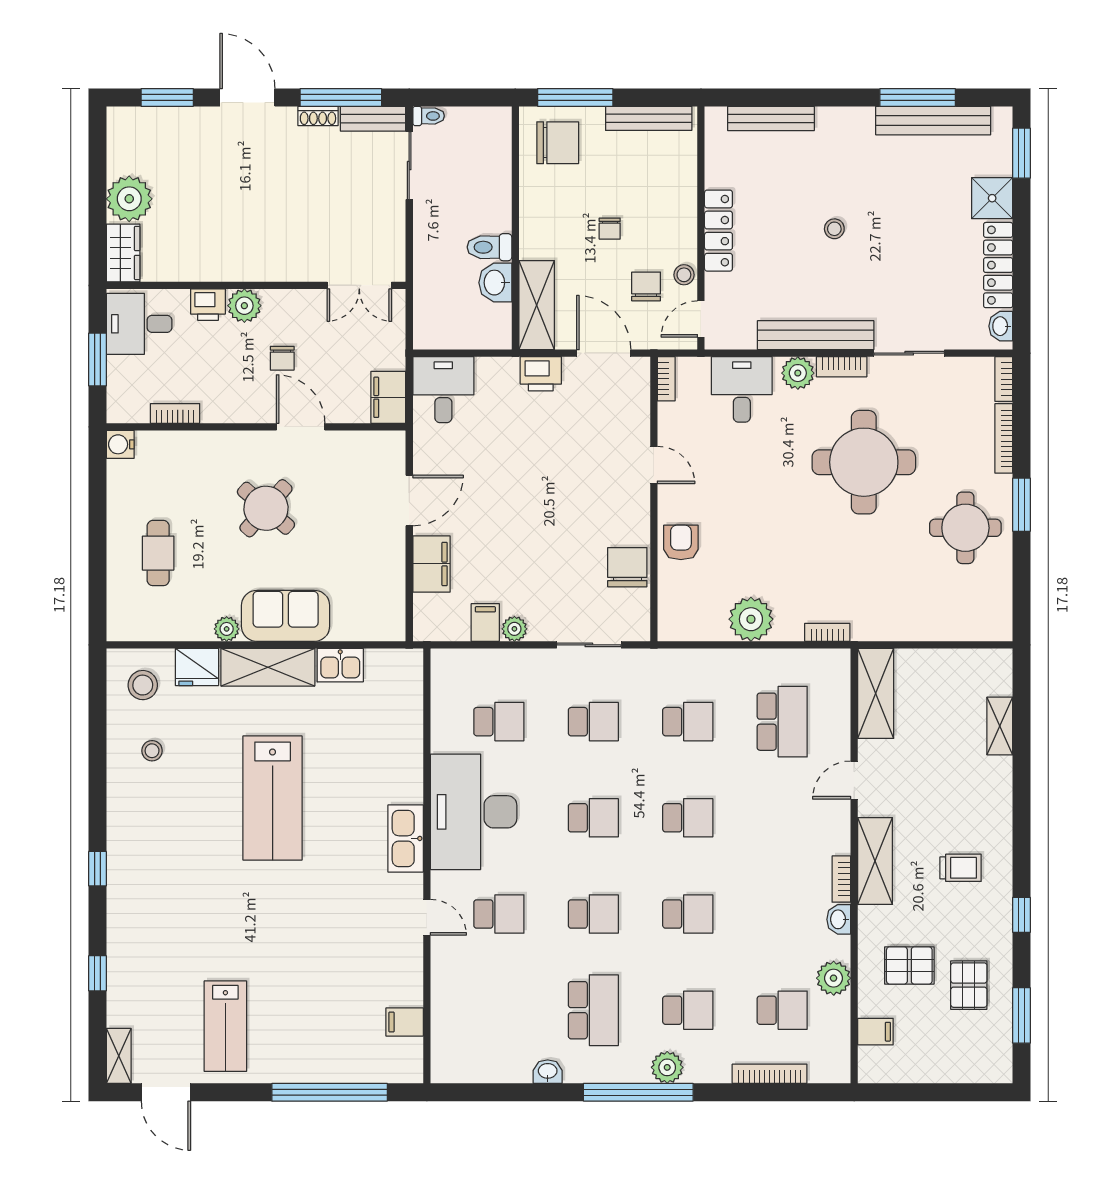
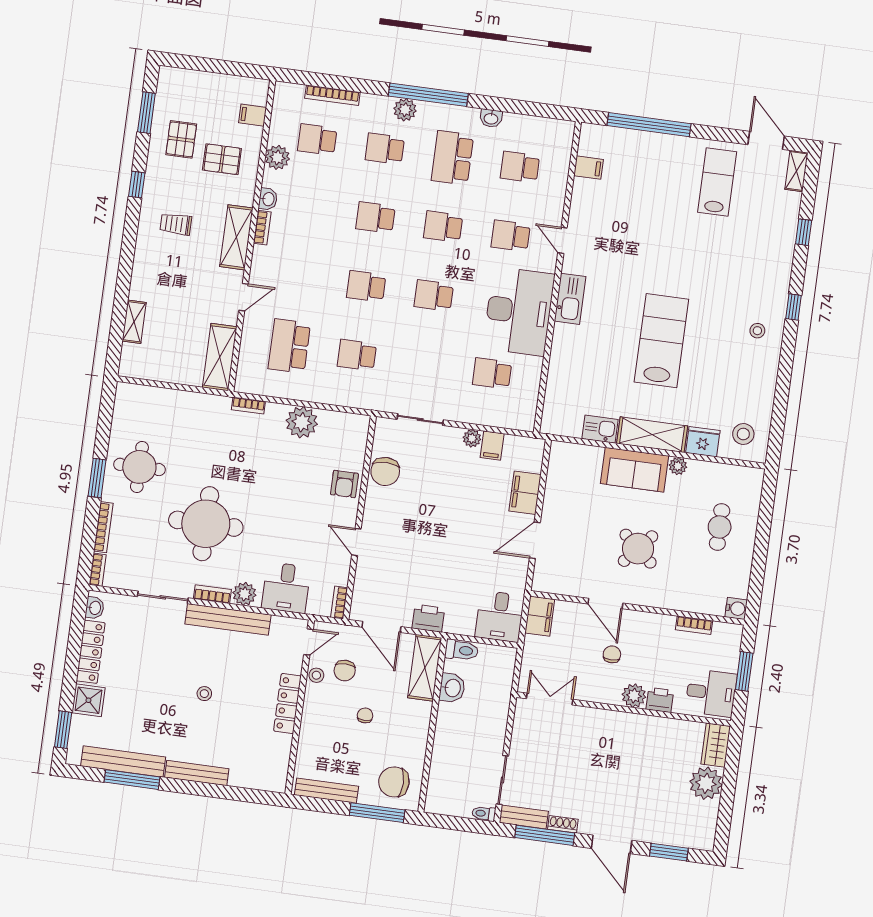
bench: (771, 118) -> (197, 773), moved
toilet: (489, 247) -> (462, 650), moved
school desk: (593, 722) -> (520, 167), moved
stool: (152, 751) -> (757, 331), moved

